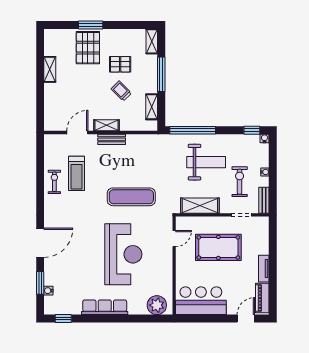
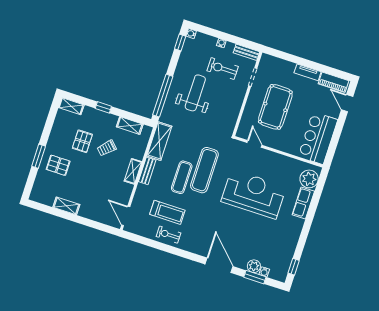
pallet: (88, 48) -> (58, 165), width x0.67, depth x0.71
window: (161, 74) -> (103, 107), width x0.46
door: (77, 133) -> (126, 216), moved
exercise mat: (117, 176) -> (182, 177), added
shelving: (200, 206) -> (159, 141), moved
plant: (51, 278) -> (254, 266), added
row of seats: (105, 307) -> (303, 203), moved, width x0.68

